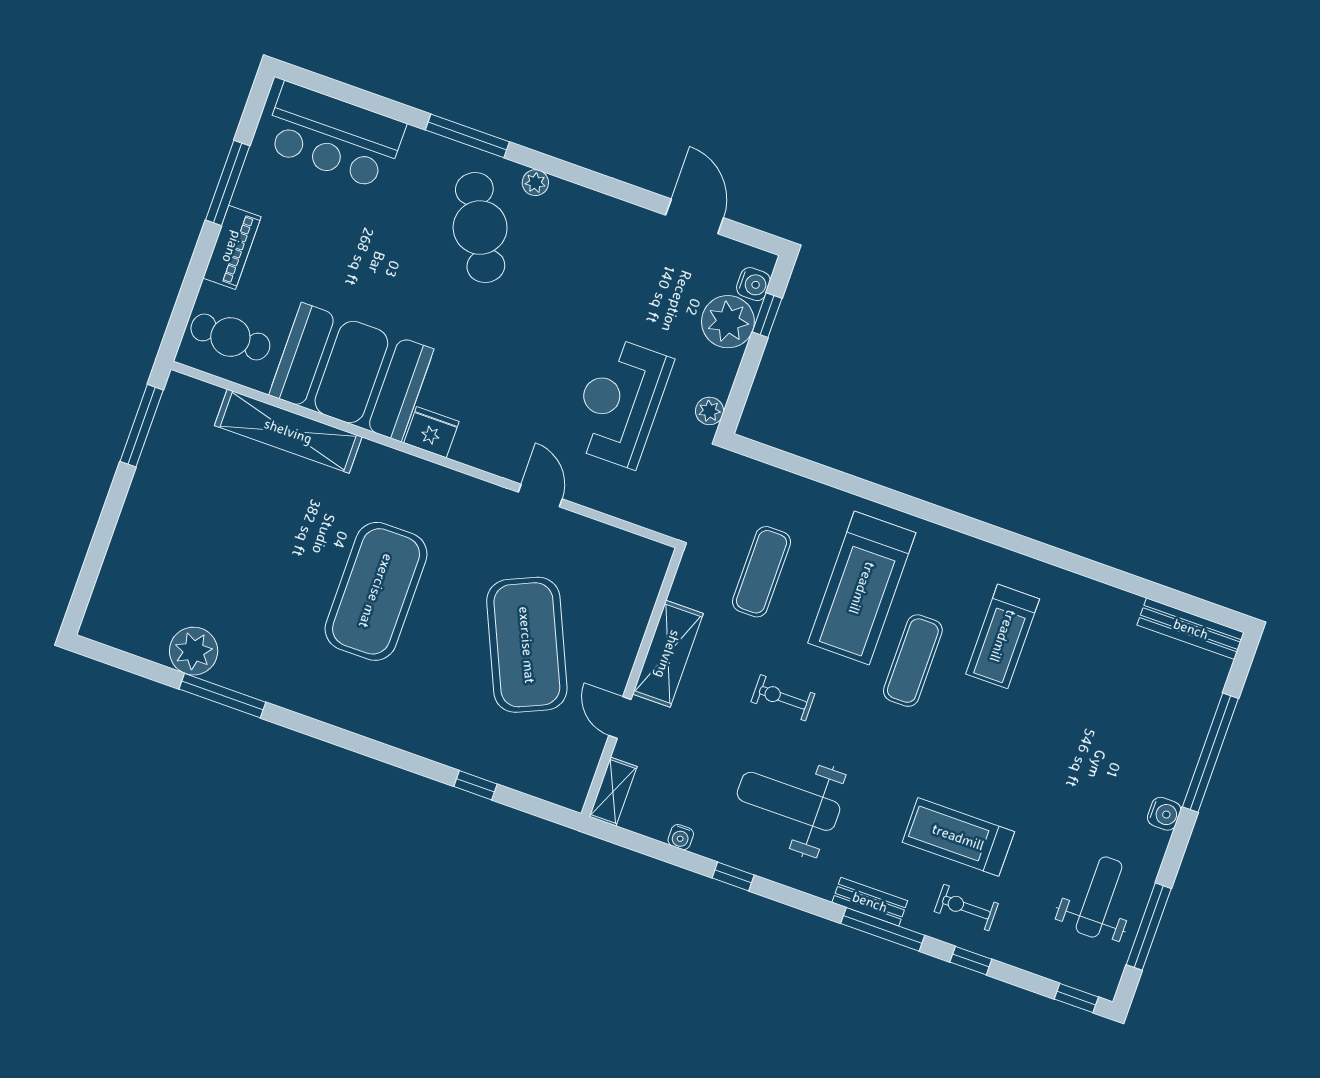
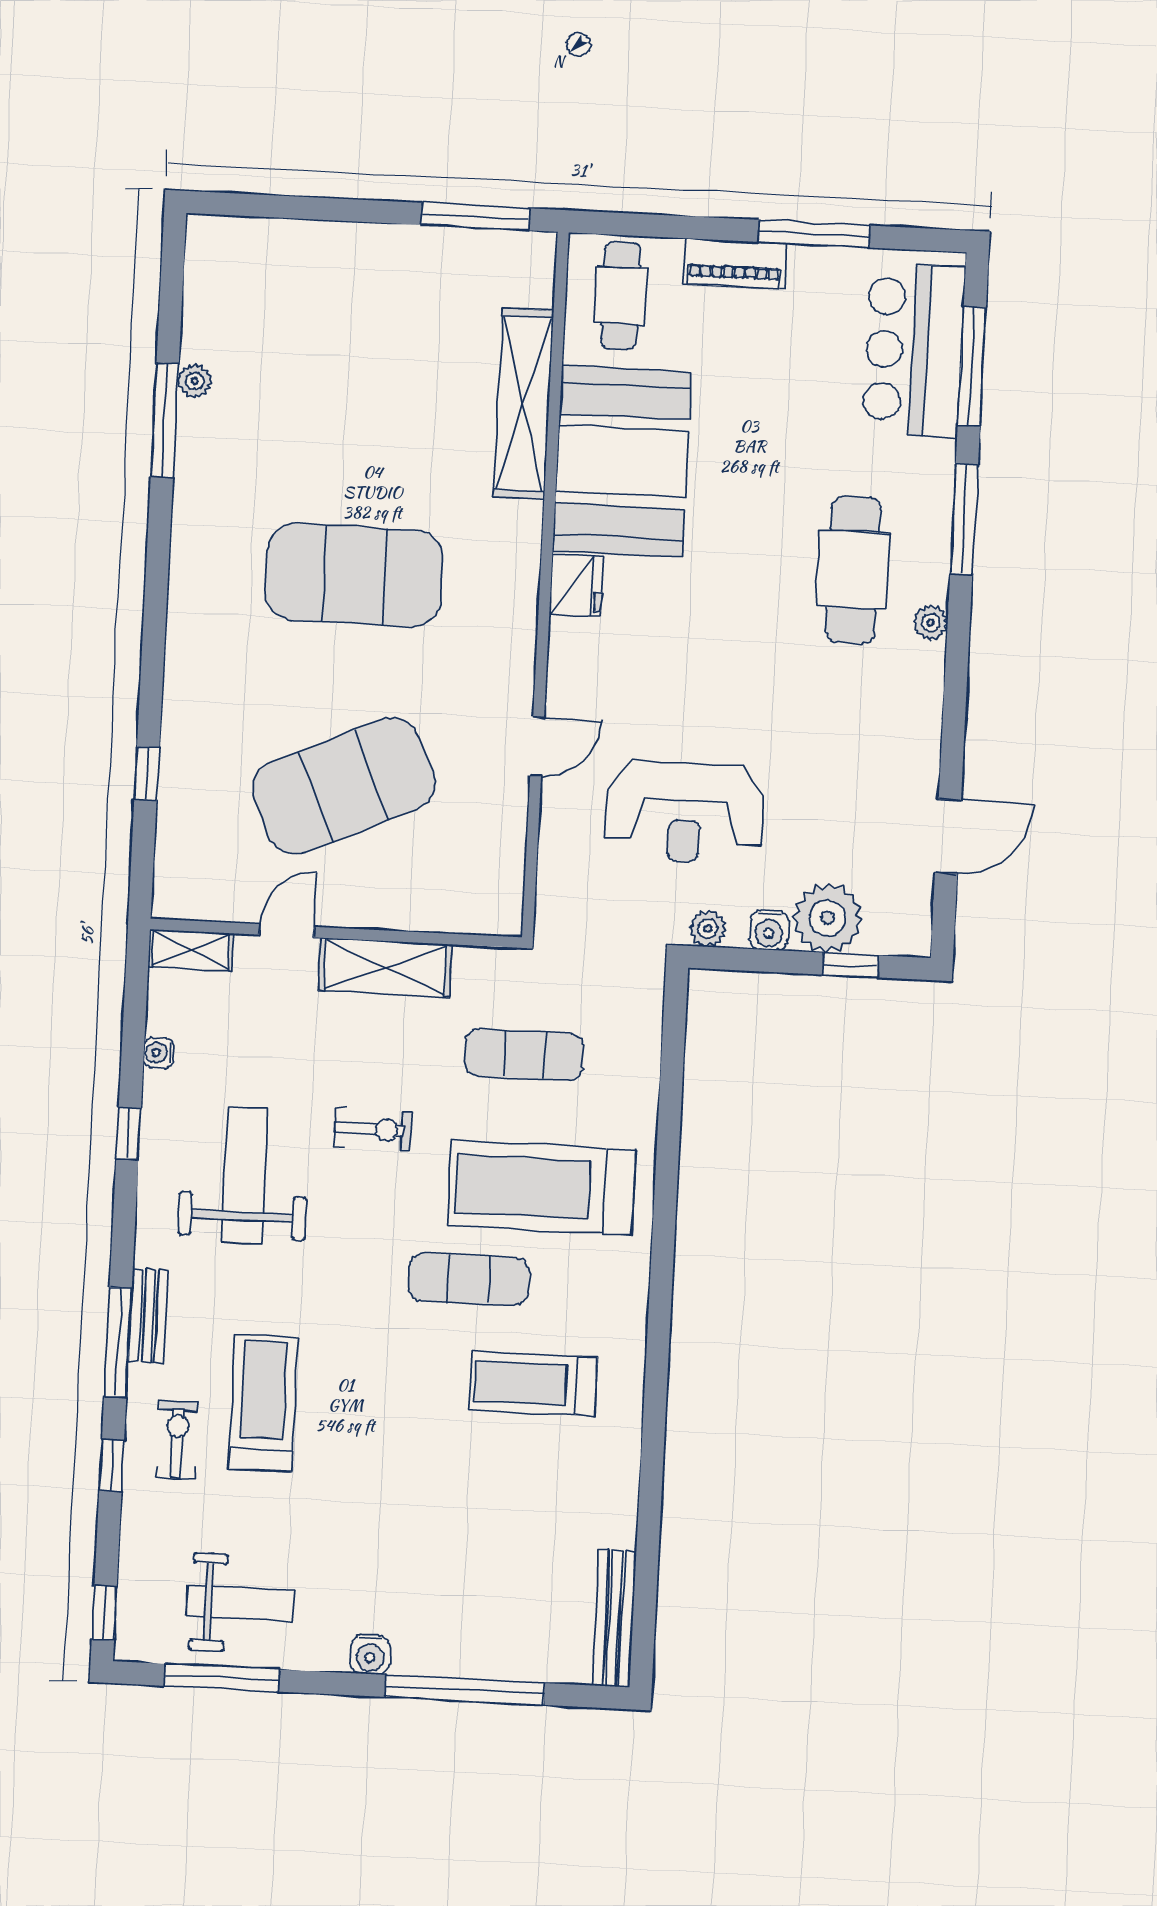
window: (358, 97) -> (972, 366), added
cafe table: (480, 228) -> (853, 570), turned -62
water cooler: (753, 284) -> (769, 930), moved
reception desk: (620, 402) -> (685, 812), turned 180
plant: (194, 651) -> (195, 381), width x0.53, depth x0.53
exercise bike: (783, 698) -> (373, 1129), turned 90

